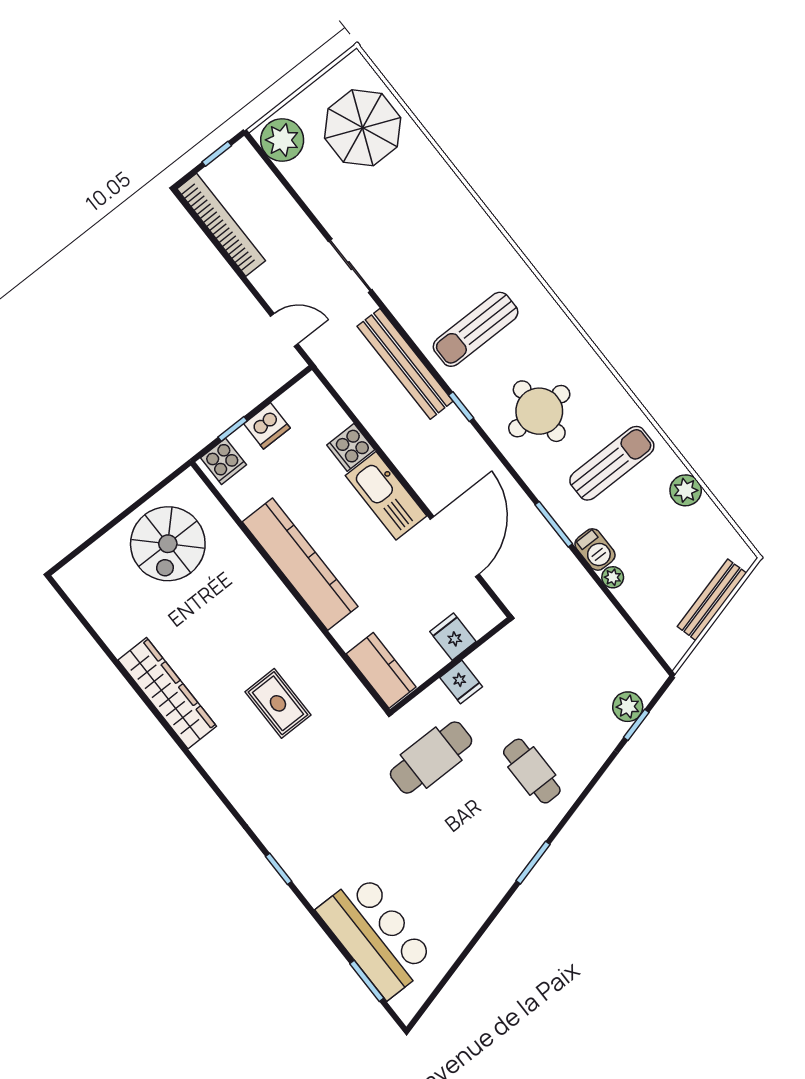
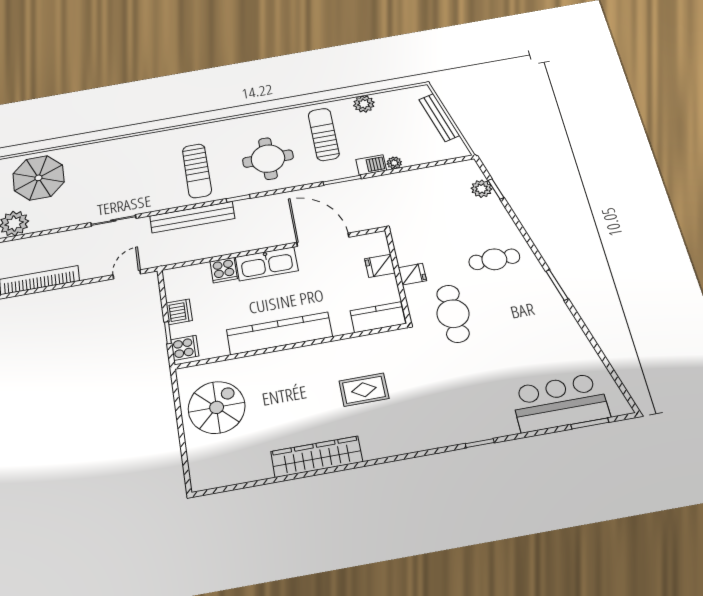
spiral stairs: (168, 544) -> (217, 407), turned -90

